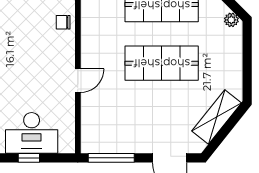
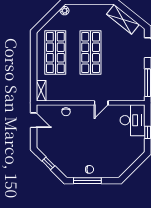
door: (78, 81) -> (101, 103), swing flipped
desk: (32, 133) -> (133, 120), moved

